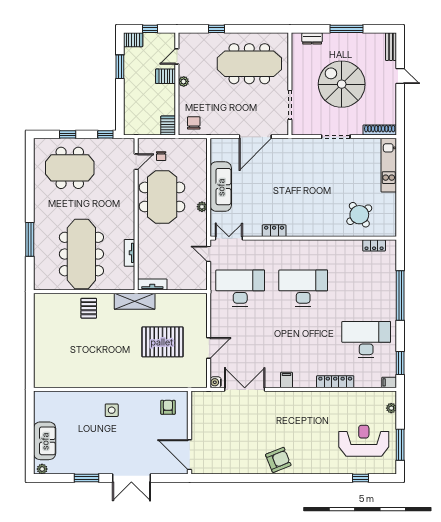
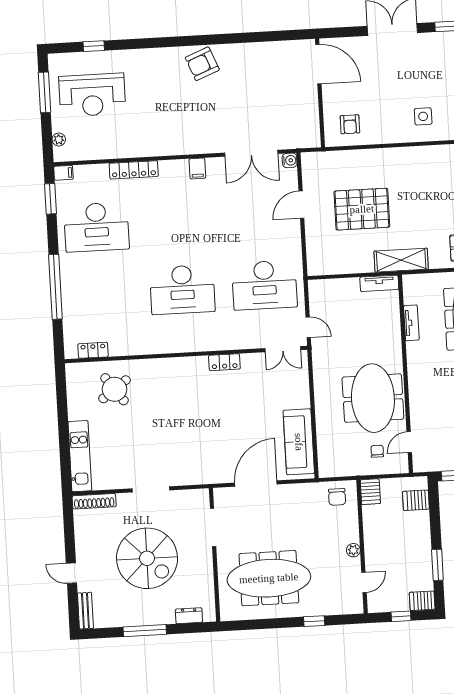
server rack: (165, 76) -> (416, 500), moved, turned 180
sofa: (221, 187) -> (299, 442), moved
plant: (202, 207) -> (320, 388), removed

